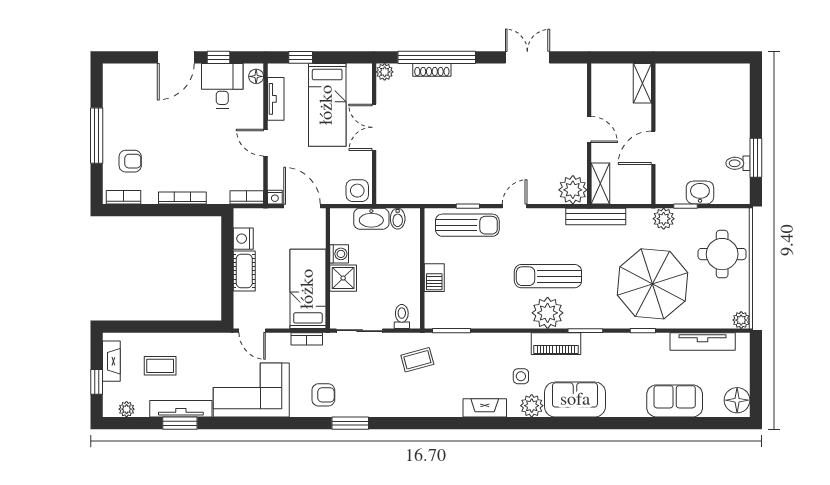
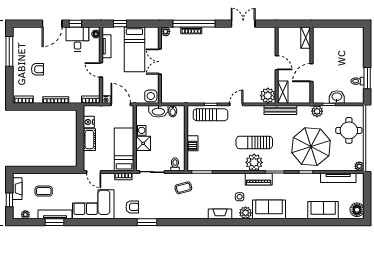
window: (97, 136) -> (9, 51), moved
armchair: (130, 161) -> (38, 69), moved

